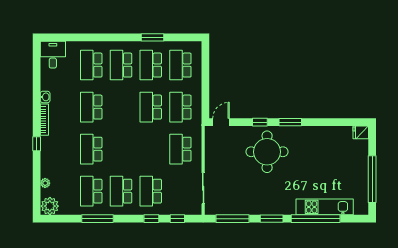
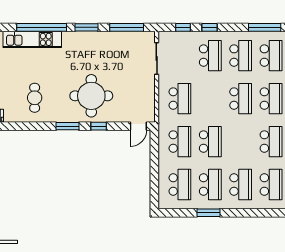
school desk: (121, 149) -> (241, 99), added
cafe table: (322, 150) -> (35, 98), added

